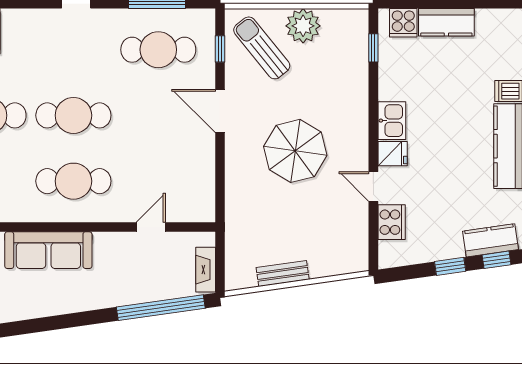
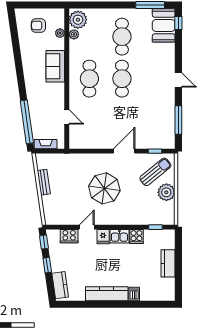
cooker: (403, 23) -> (136, 237), moved, turned -90
cafe table: (158, 50) -> (155, 121), removed
sofa: (48, 250) -> (55, 66), width x0.73
window: (496, 260) -> (44, 242), moved

